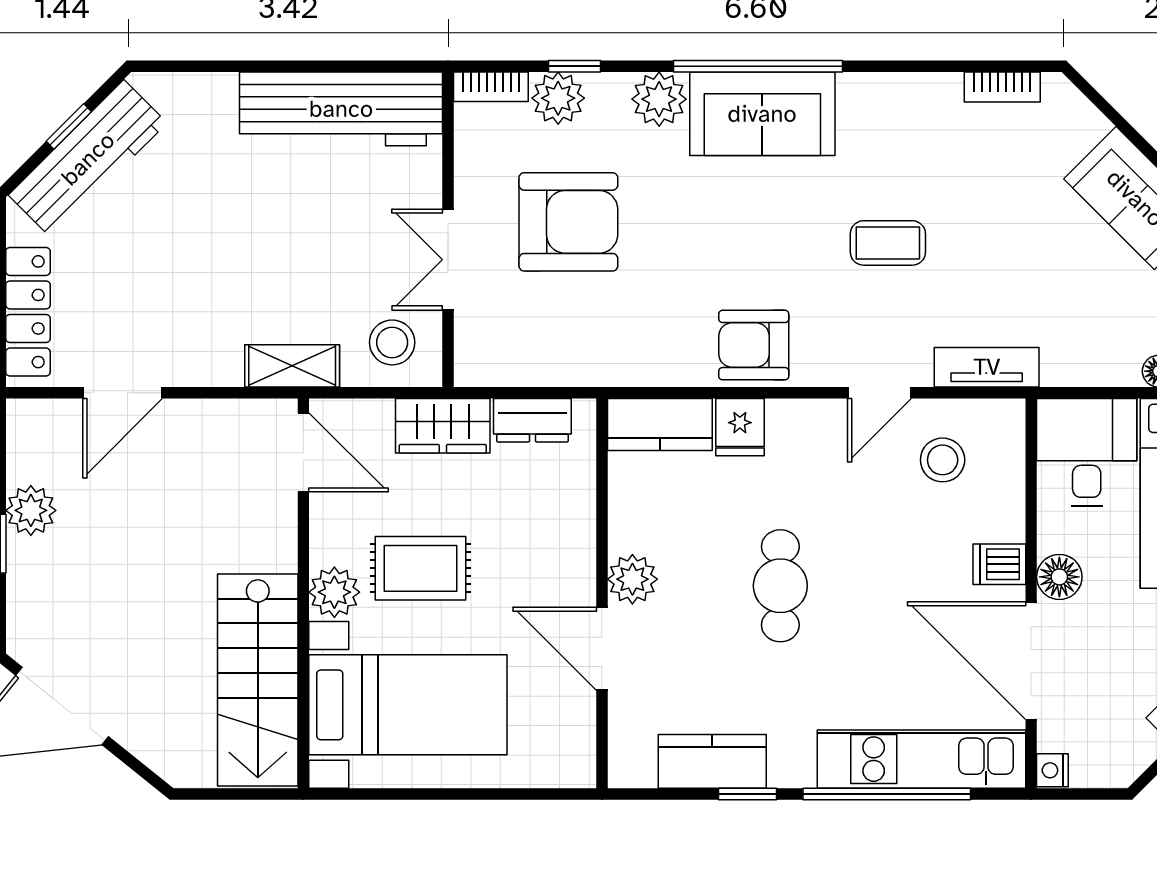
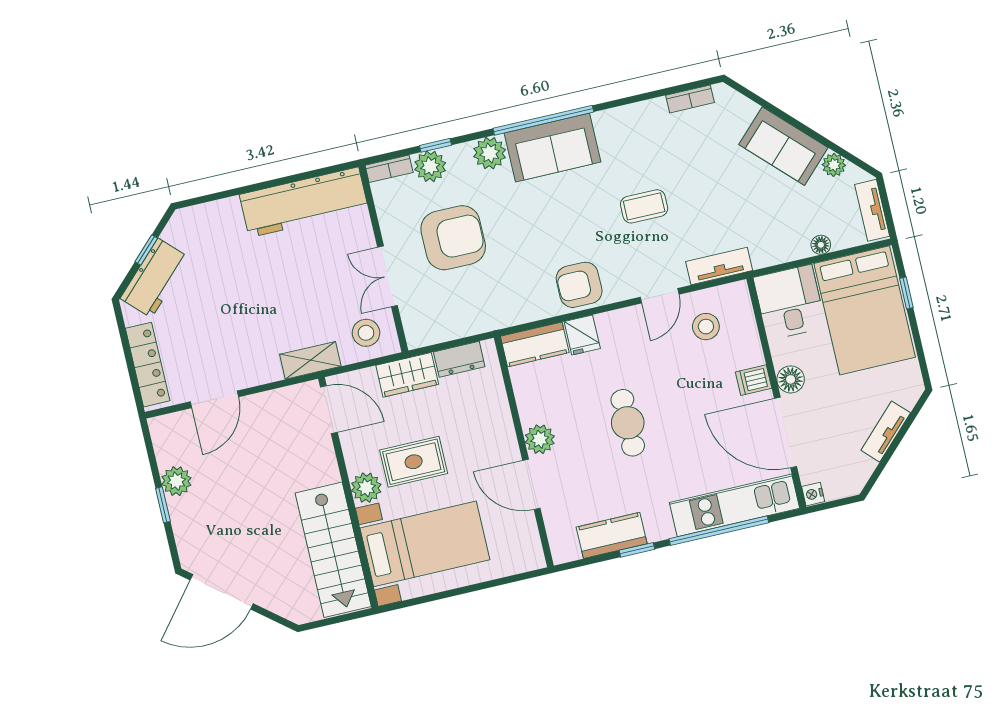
workbench: (88, 159) -> (155, 278), width x0.73

